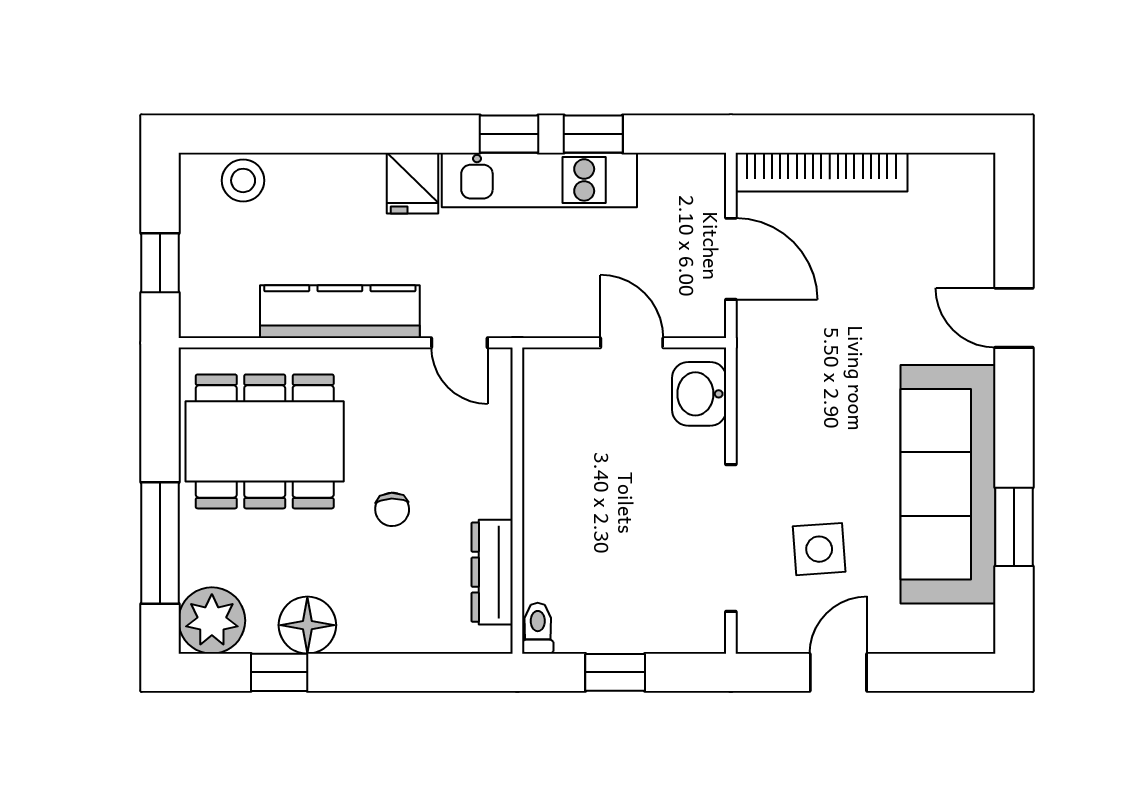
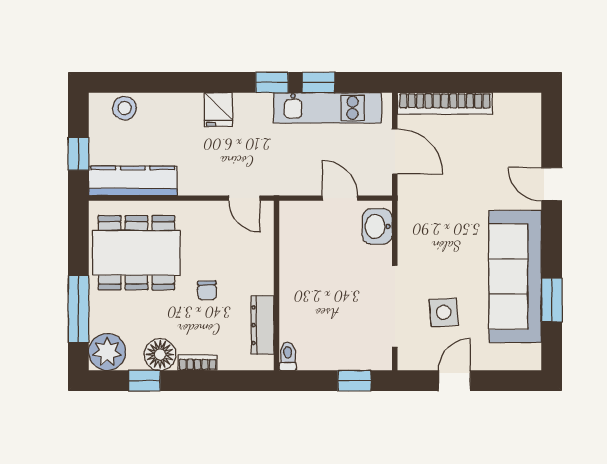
kitchen unit: (539, 180) -> (328, 108), moved
kitchen counter: (340, 312) -> (133, 181), moved
bookcase: (375, 640) -> (198, 363), added
window: (615, 672) -> (354, 381), moved

